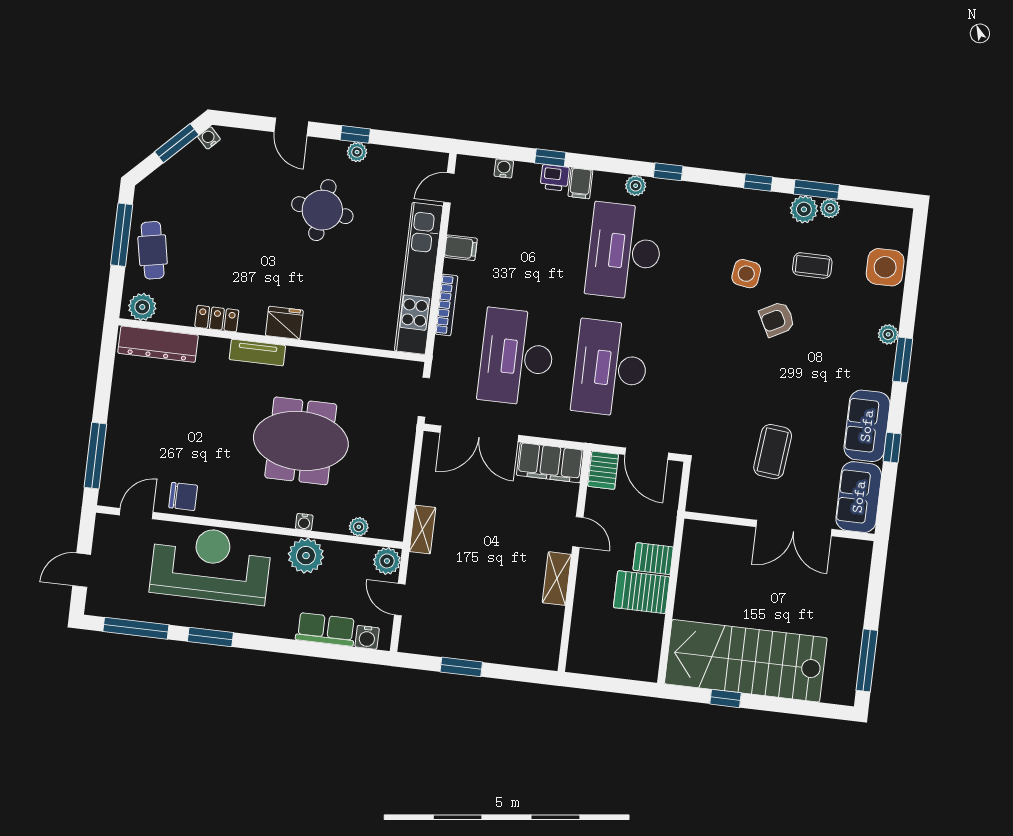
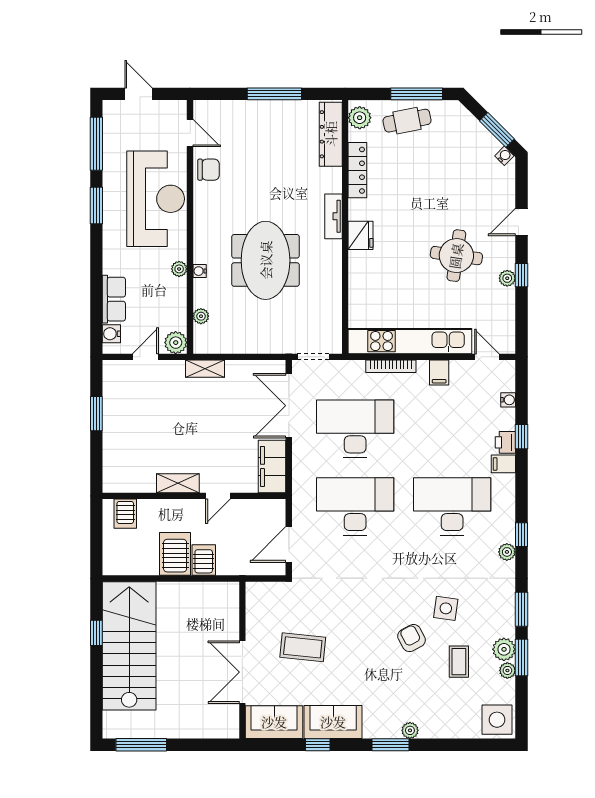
window: (758, 182) -> (522, 609), width x1.50
plant: (636, 186) -> (507, 552), moved
side table: (885, 267) -> (497, 720), moved
locker: (217, 319) -> (357, 170), width x1.53
window: (95, 456) -> (274, 94), moved
server rack: (603, 470) -> (125, 514), moved, turned -90
chair: (183, 496) -> (209, 170), turned -90
plant: (306, 556) -> (179, 269), width x0.53, depth x0.53

